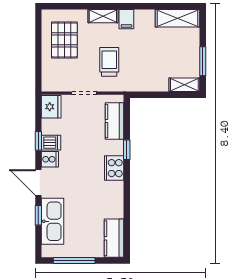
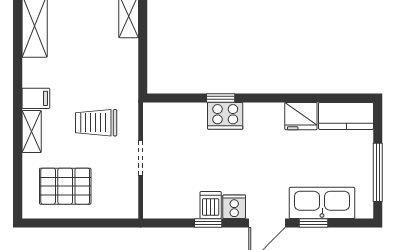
fridge: (51, 107) -> (301, 116), moved, turned 180
kitchen counter: (114, 121) -> (180, 115), removed
cooker: (114, 168) -> (225, 116), moved

